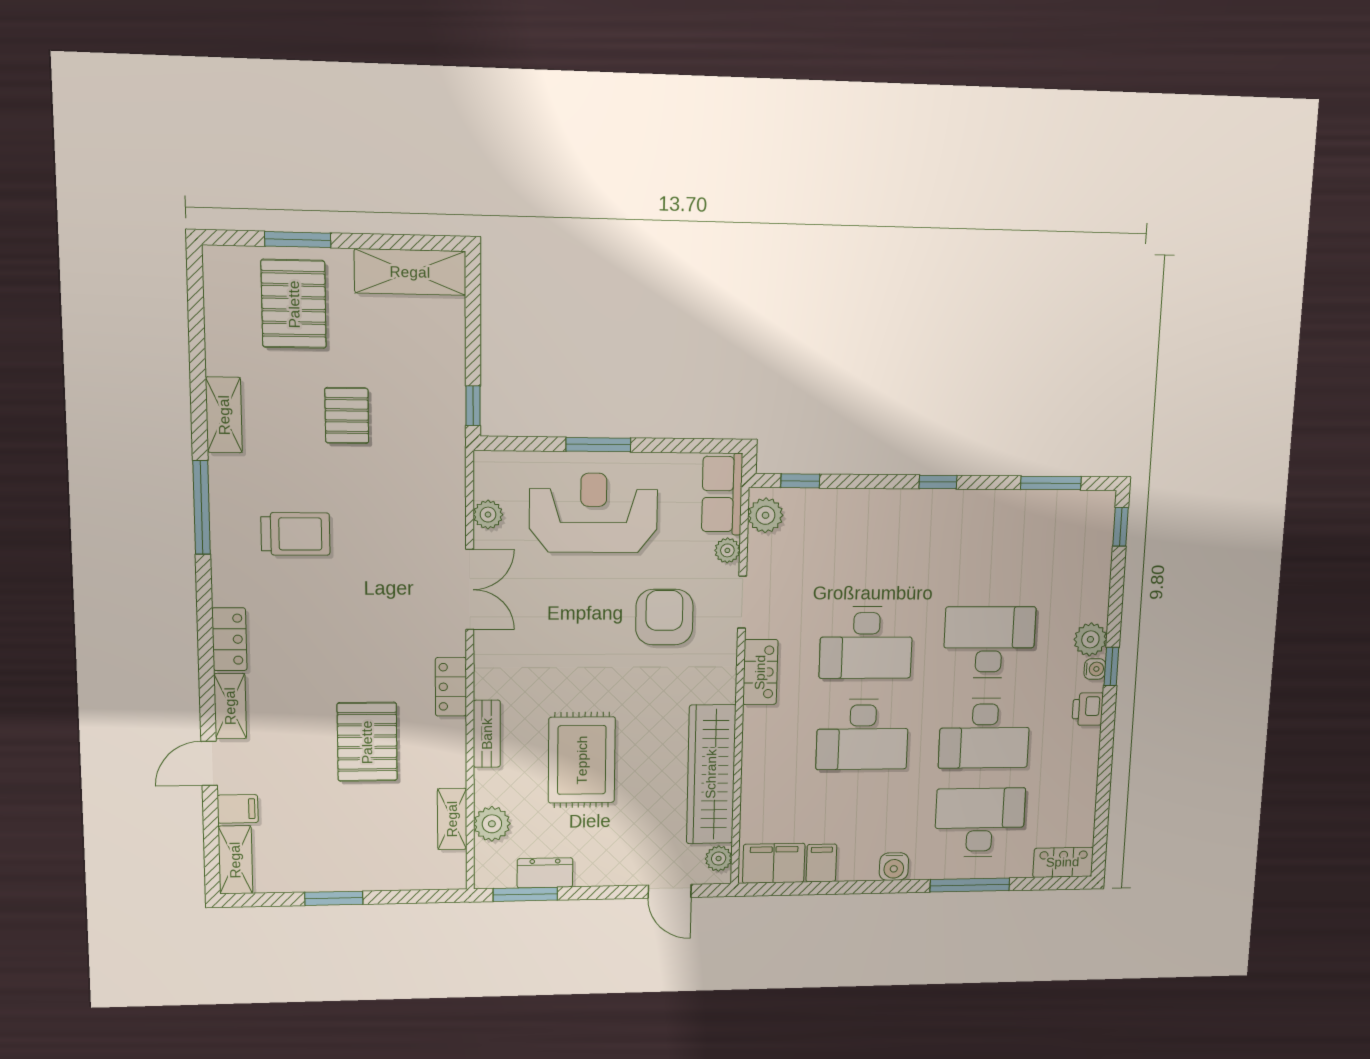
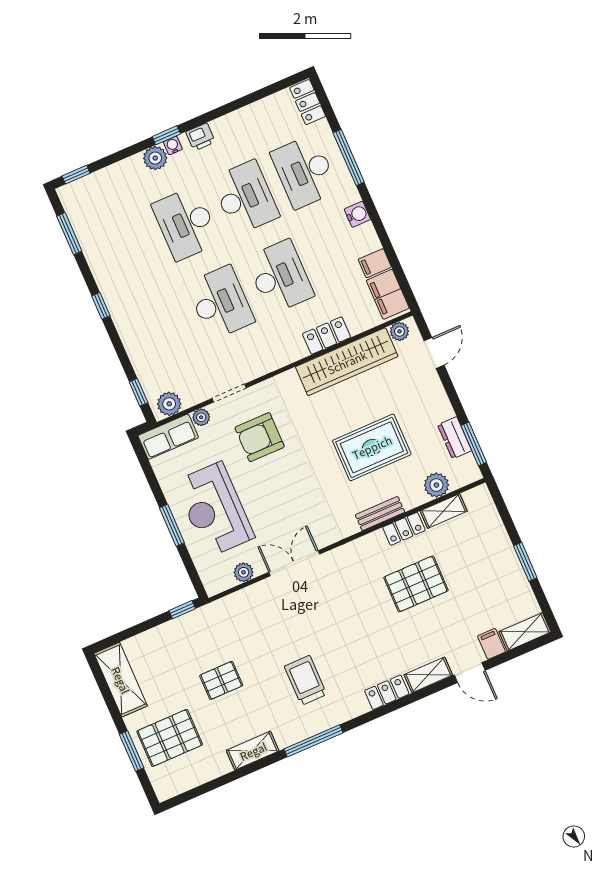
locker: (760, 672) -> (327, 336), moved
locker: (451, 687) -> (404, 529), moved

